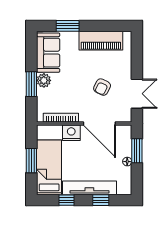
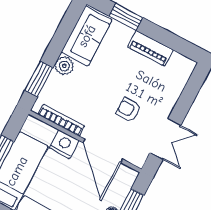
piano: (101, 41) -> (150, 48), width x0.73, depth x0.75
window: (31, 84) -> (39, 79), moved
armchair: (102, 87) -> (129, 110), turned 64

